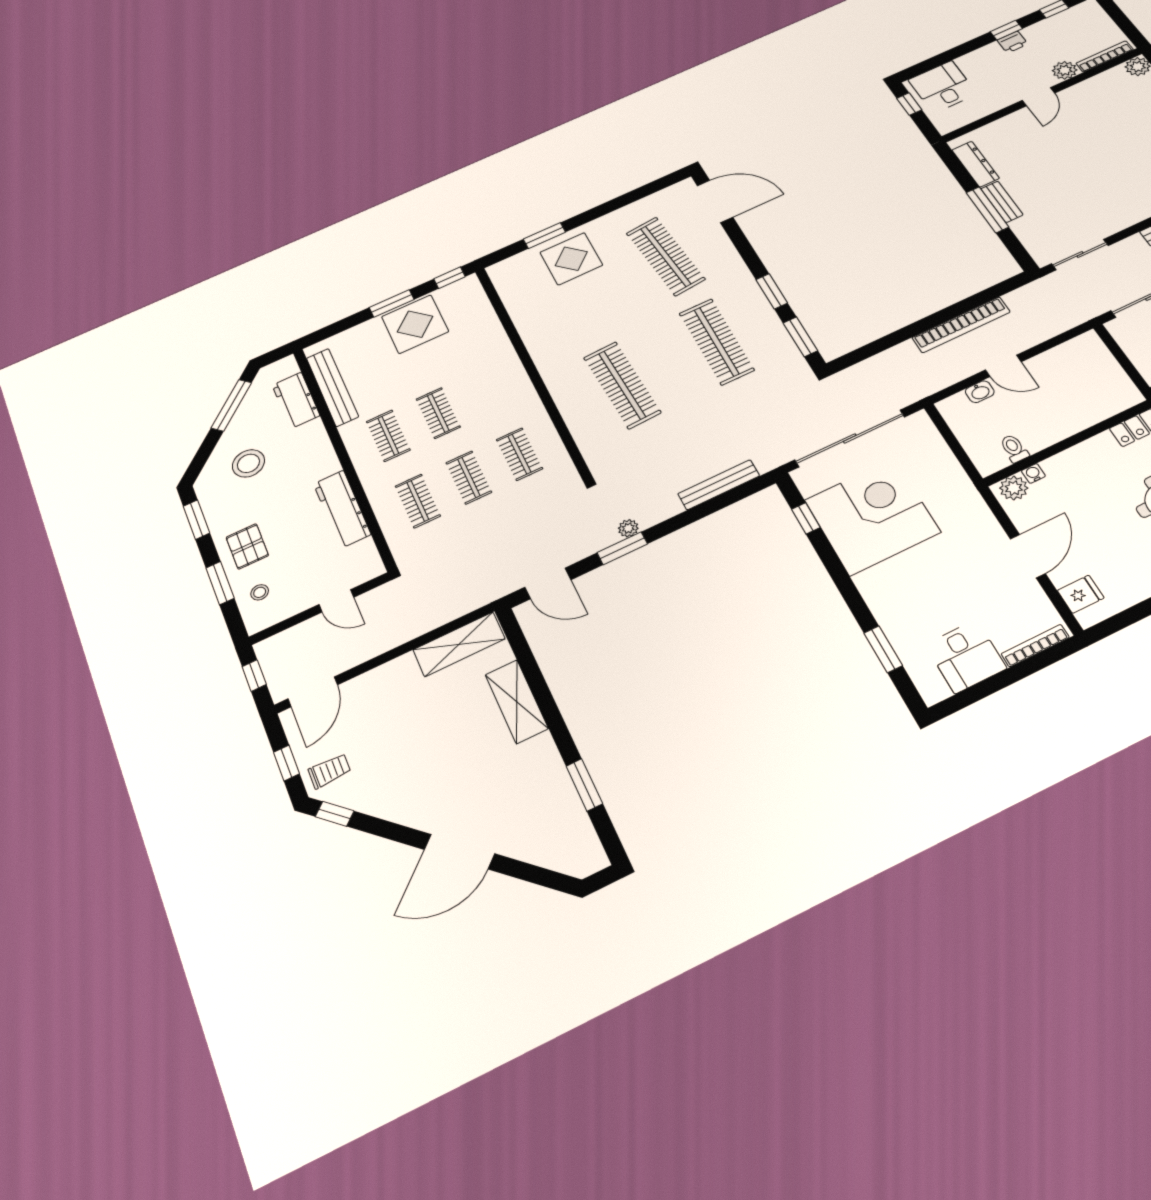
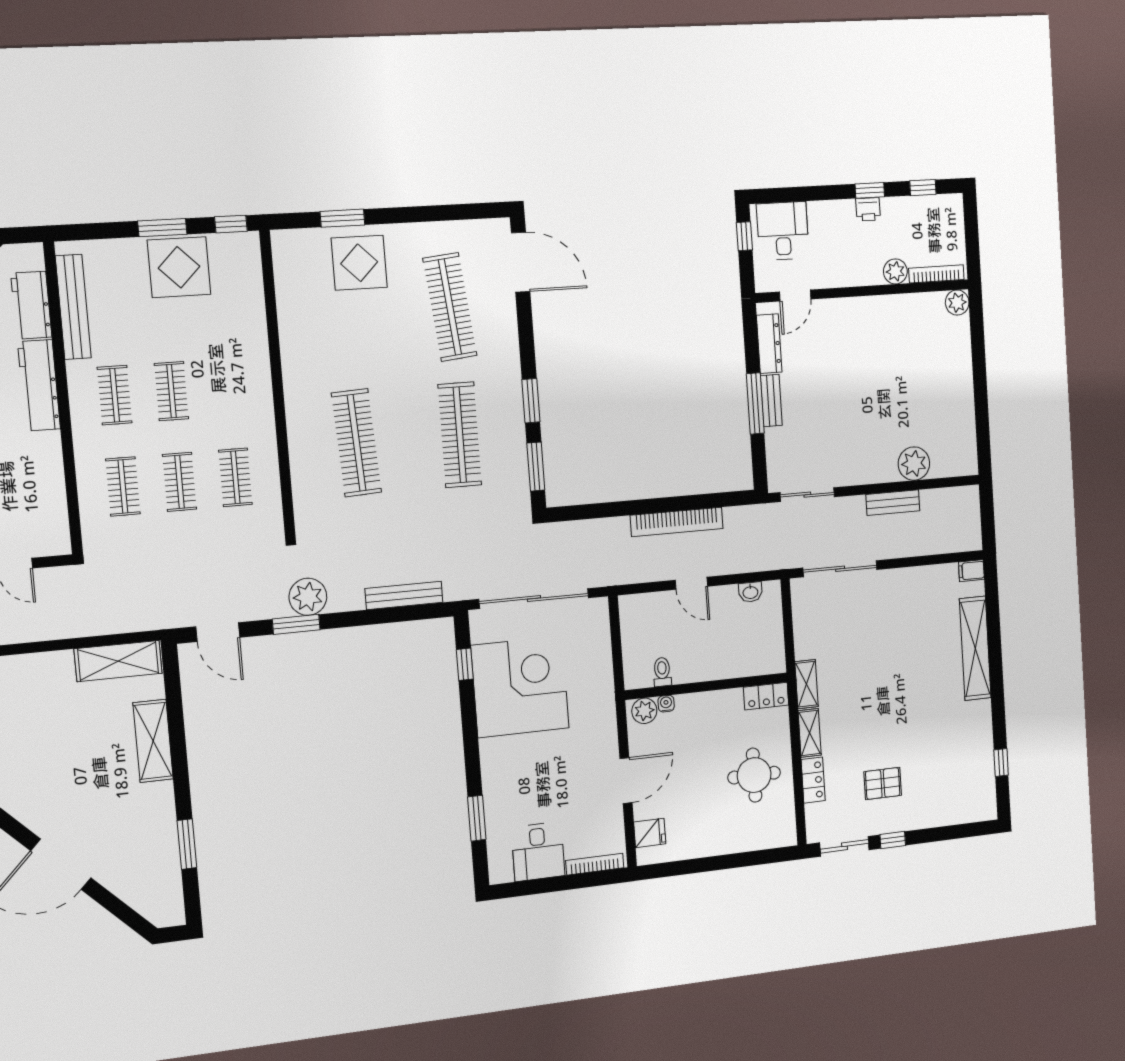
door: (1038, 97) -> (795, 295), moved
washbasin: (980, 392) -> (750, 592), moved
workbench: (342, 509) -> (39, 385), moved
plant: (628, 528) -> (308, 597), width x1.88, depth x1.88

